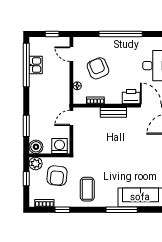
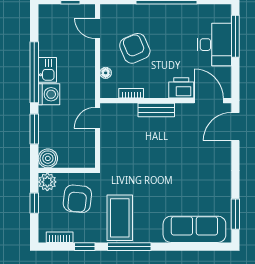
window: (26, 65) -> (34, 72), moved
kitchen sink: (36, 65) -> (47, 70), moved
washing machine: (59, 146) -> (49, 94), moved, turned 90
coffee table: (87, 189) -> (120, 218), width x1.36, depth x1.32
window: (122, 210) -> (129, 247), moved

